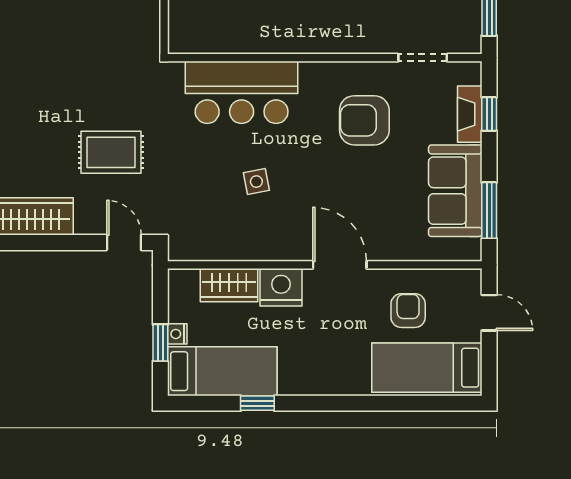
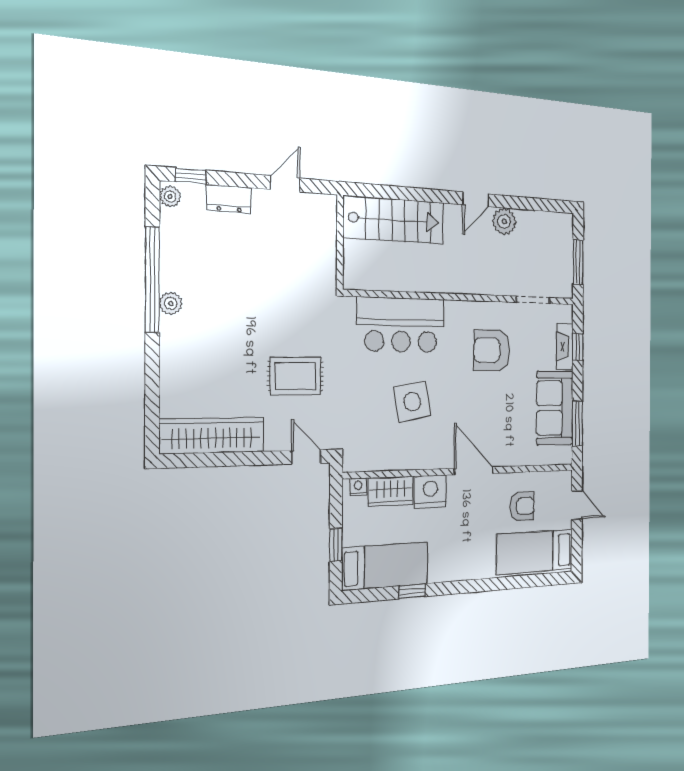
side table: (256, 182) -> (412, 402), width x1.87, depth x1.87
armchair: (408, 311) -> (522, 506), turned 90
nightstand: (177, 334) -> (358, 487), moved, turned 90

